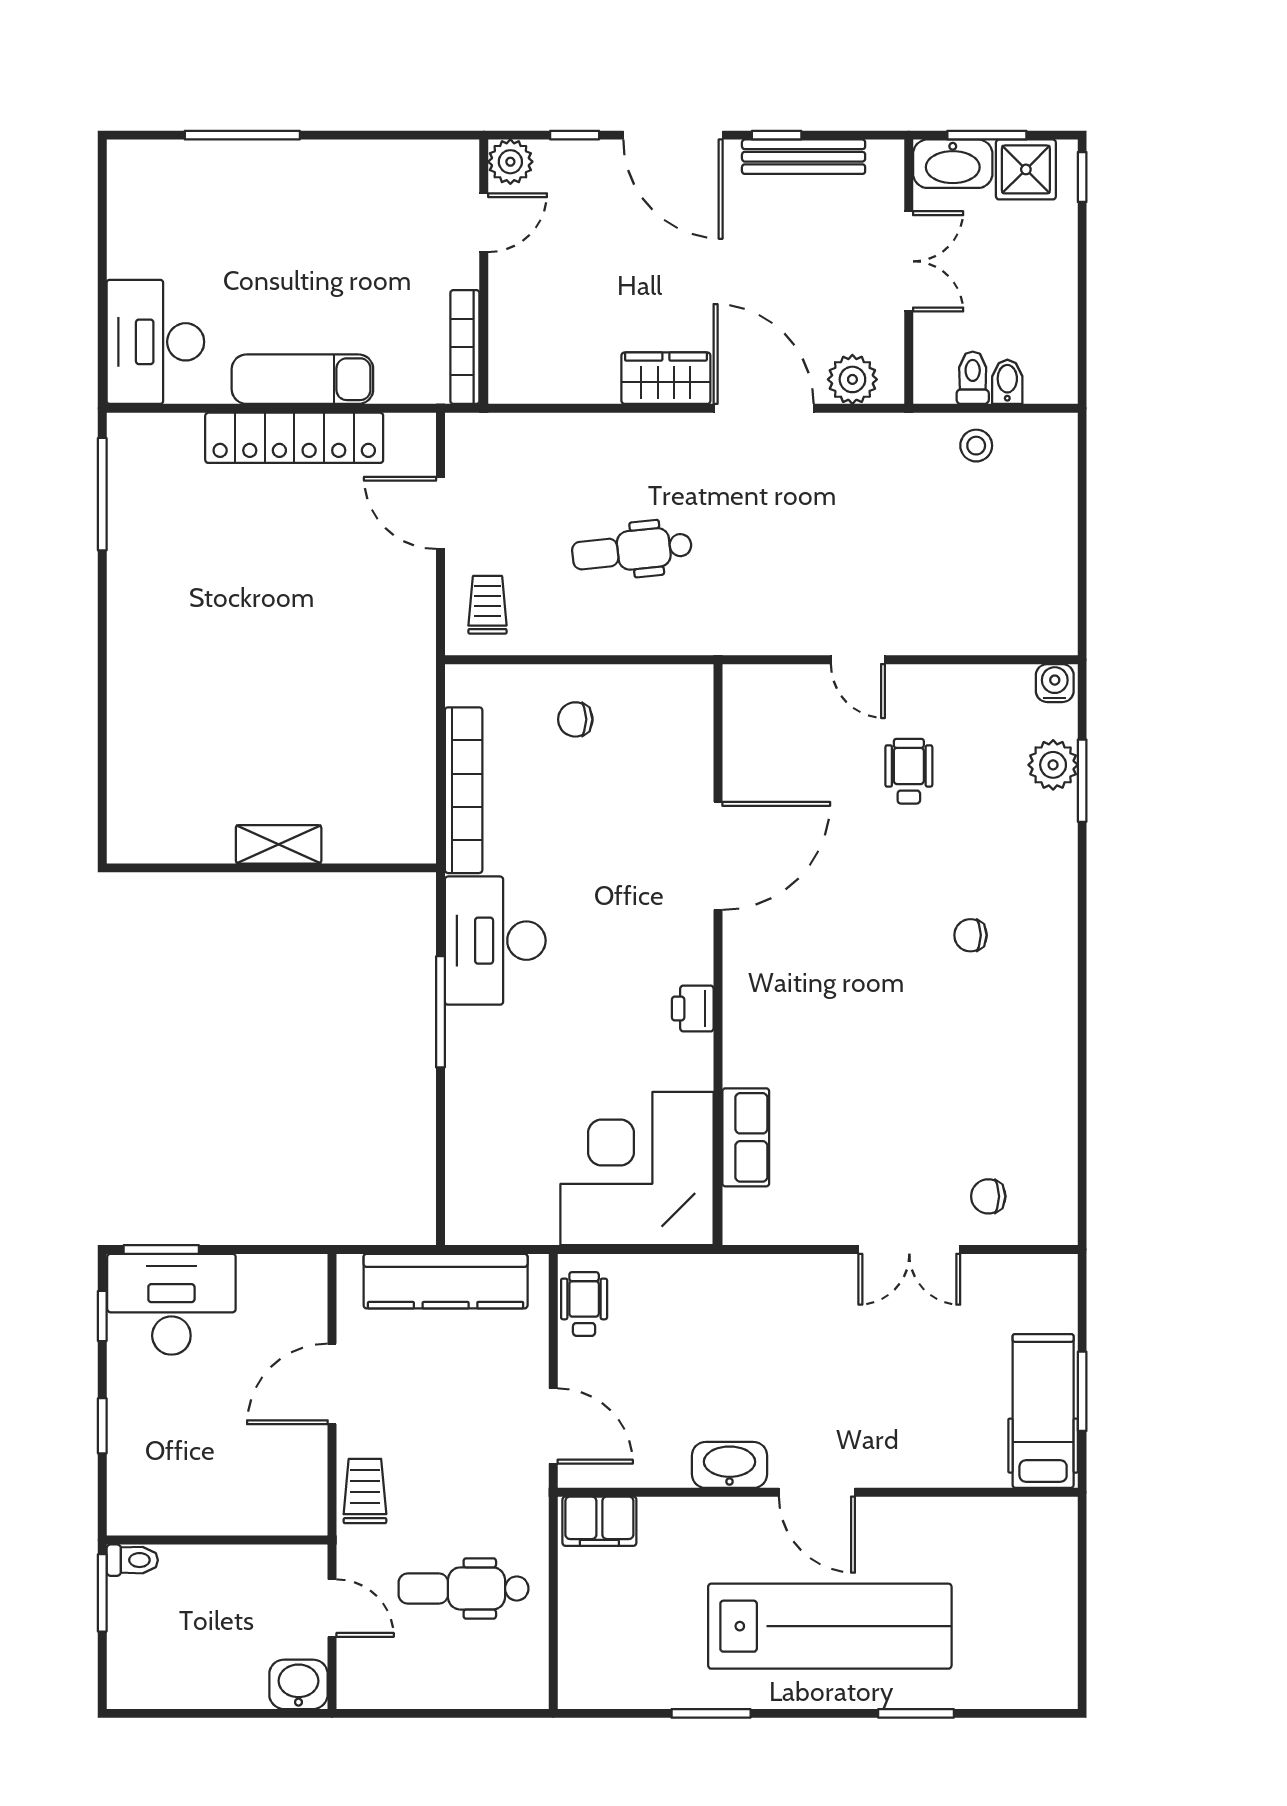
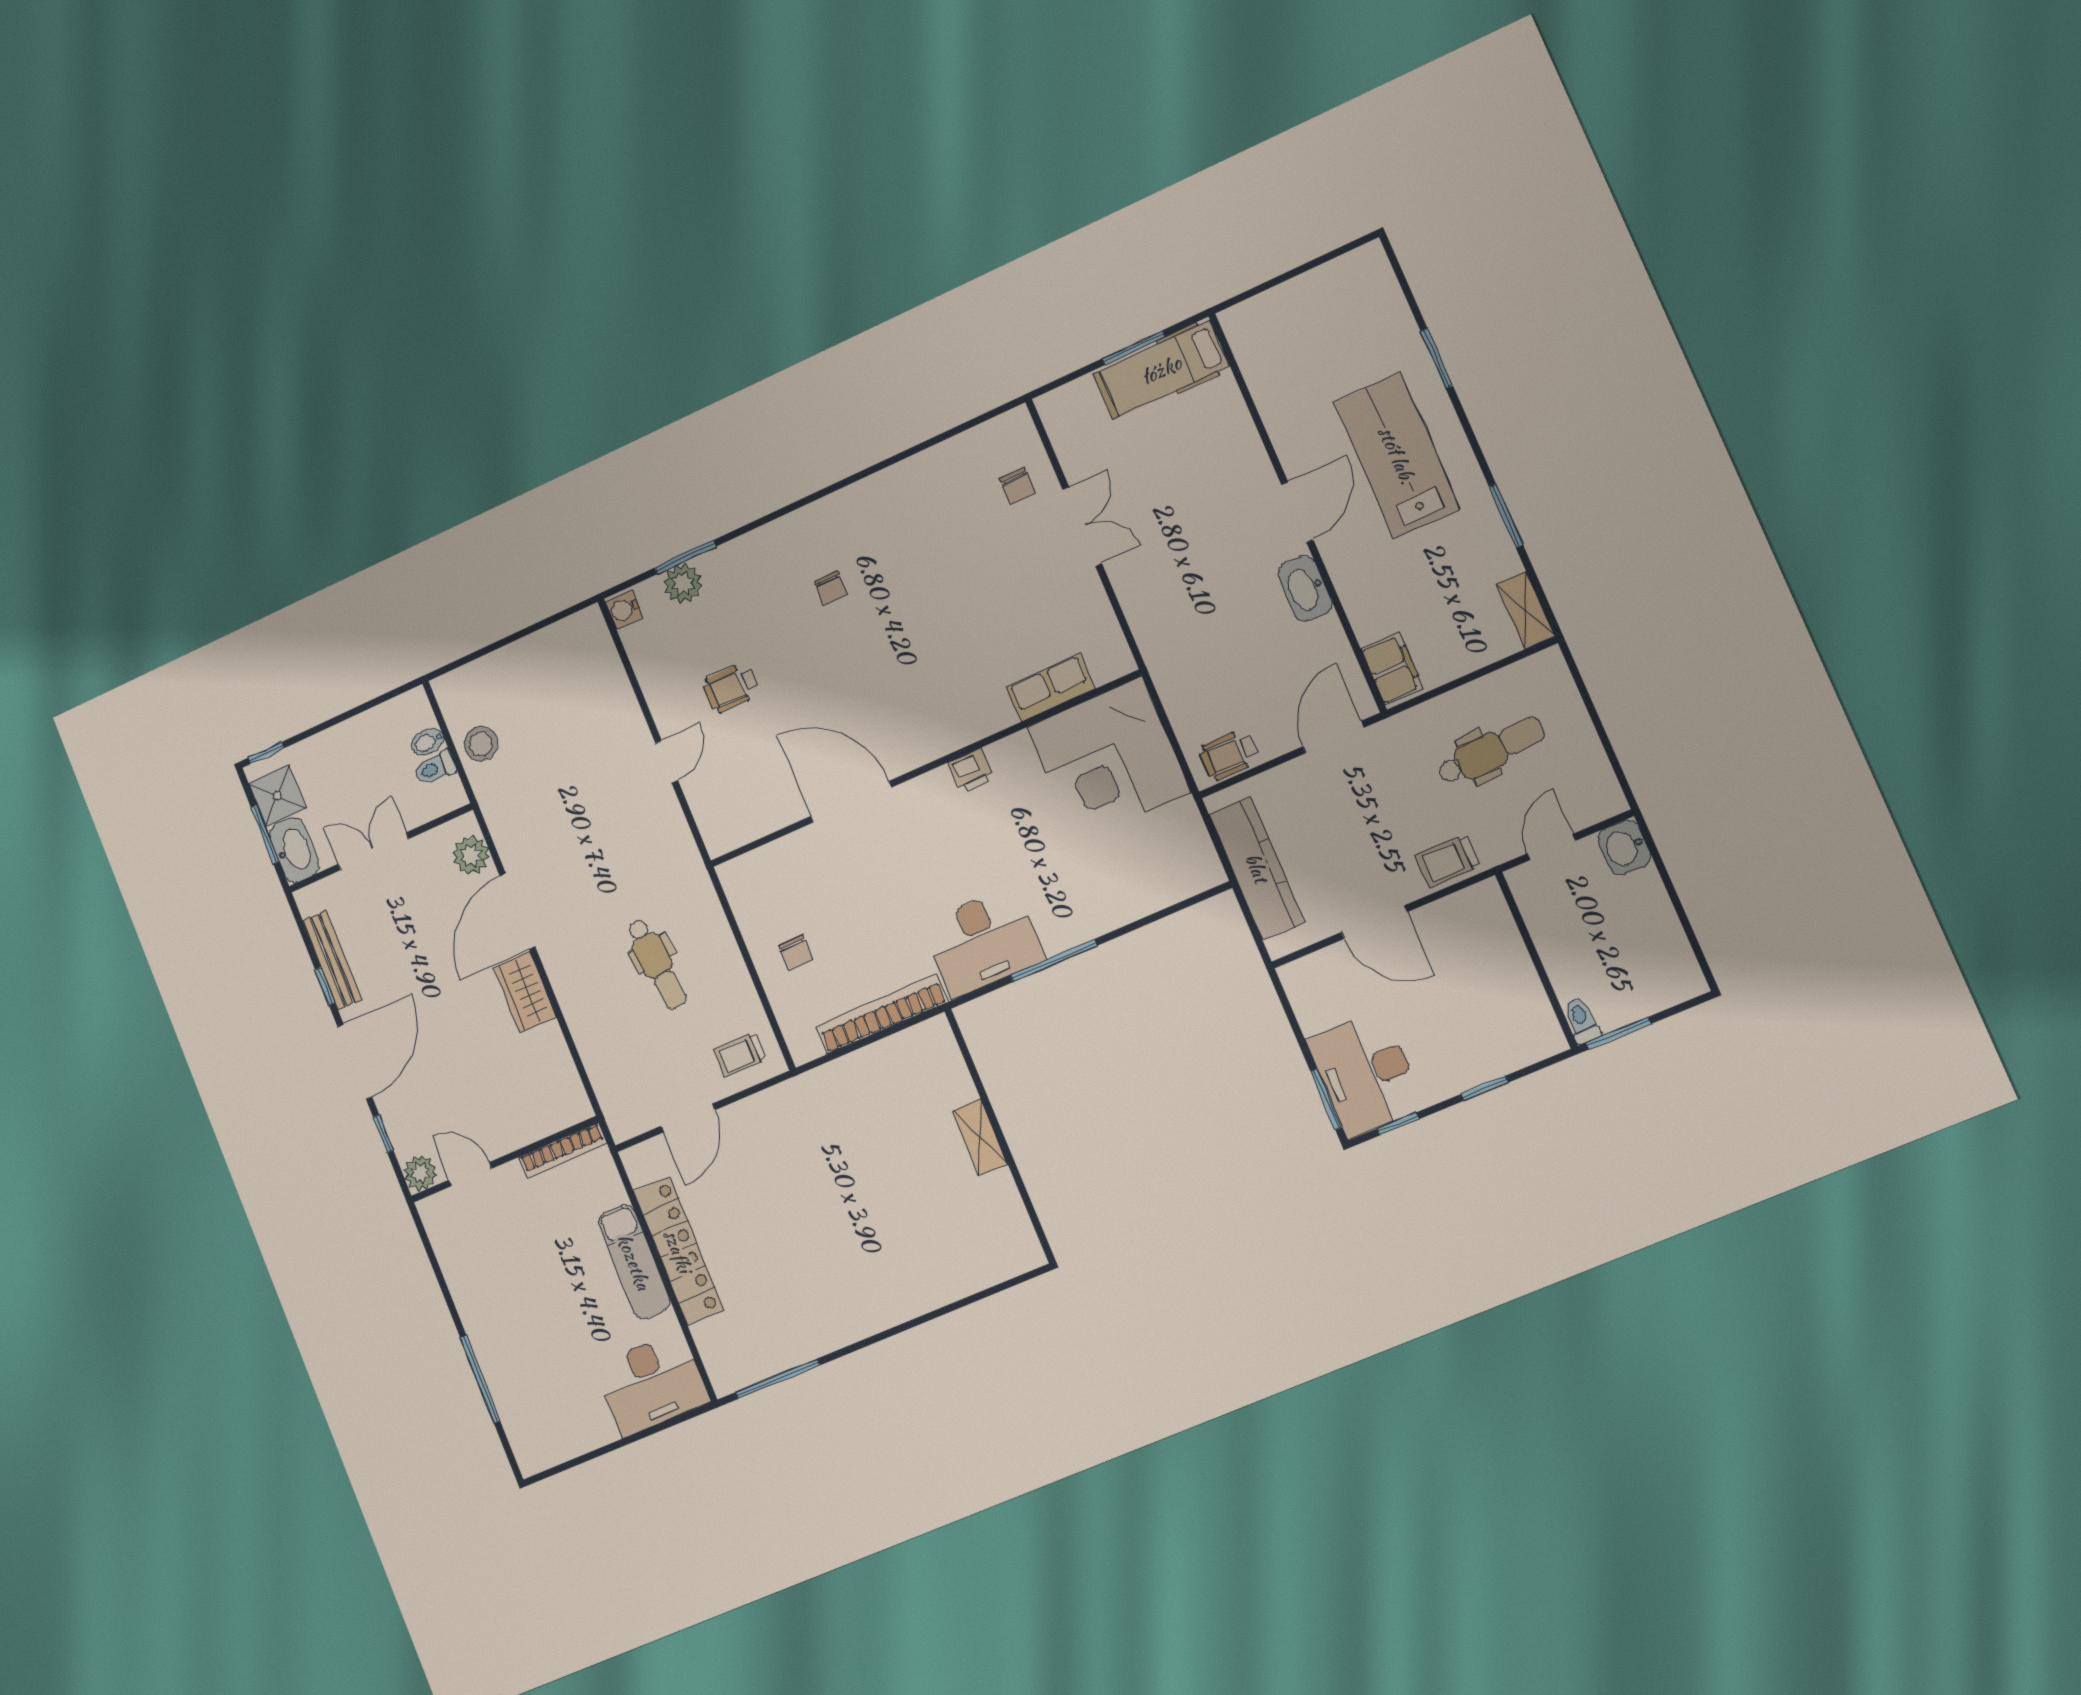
stool: (976, 446) -> (481, 744), width x1.37, depth x1.37
dental chair: (464, 1588) -> (1491, 751), turned -93
lab bench: (830, 1626) -> (1397, 455), width x0.73
shelving: (600, 1690) -> (1525, 610), added

